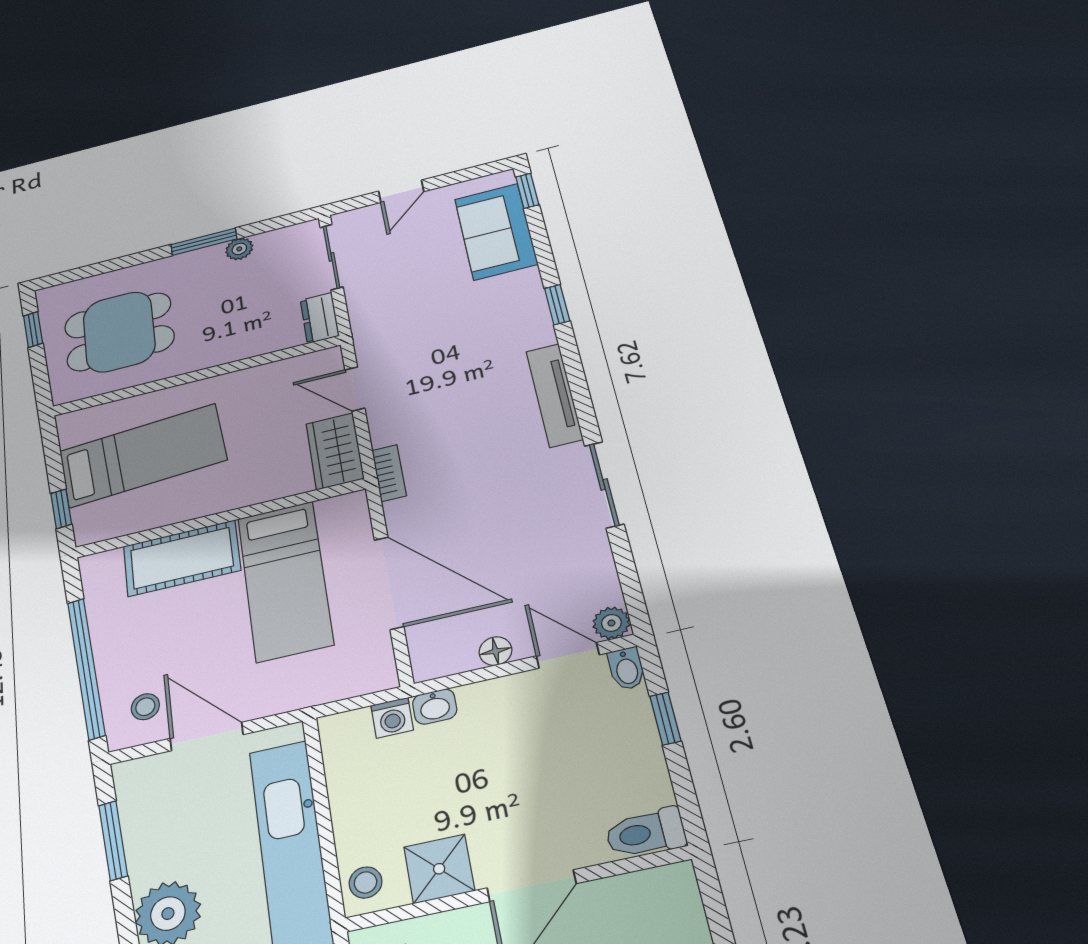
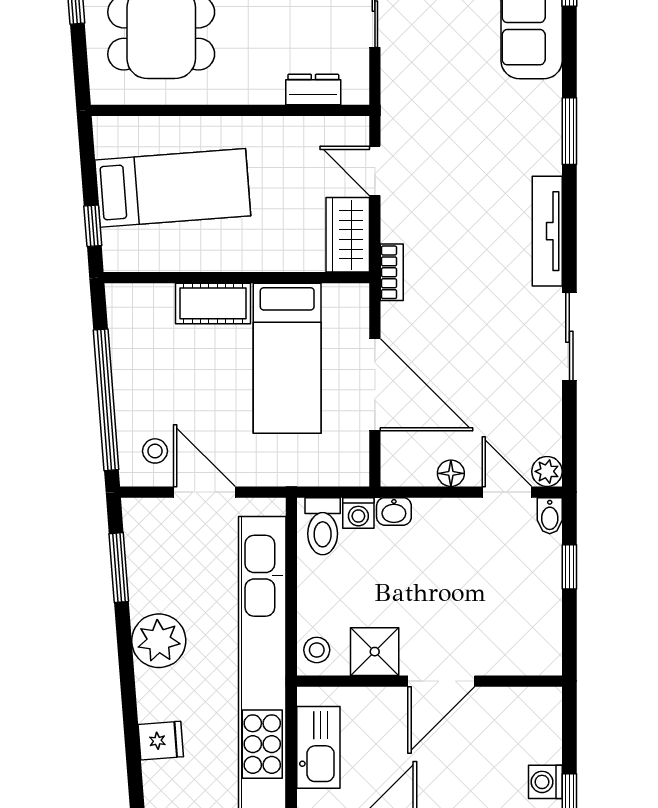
window: (557, 305) -> (569, 131), width x1.50
dresser: (320, 318) -> (313, 90), moved, turned 90
cot: (182, 558) -> (213, 303), width x0.73, depth x0.75
toilet: (646, 833) -> (323, 526), moved, turned -90

